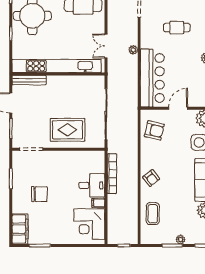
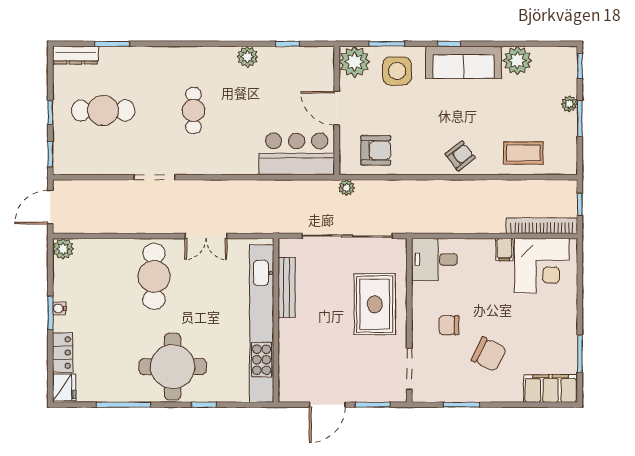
double door: (106, 46) -> (206, 236), moved
plant: (133, 50) -> (346, 188), moved
bar counter: (152, 78) -> (297, 154), width x0.73
bench: (29, 80) -> (287, 287), moved
armchair: (154, 130) -> (376, 150), turned 77
chair: (56, 172) -> (449, 325), added
bookcase: (112, 174) -> (542, 226), moved
desk: (92, 185) -> (434, 259), moved, turned -90
chair: (39, 194) -> (489, 354), turned 116

